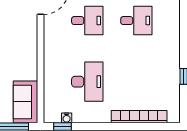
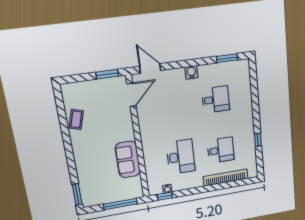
desk: (87, 21) -> (221, 150), moved
sofa: (26, 102) -> (128, 159), moved

